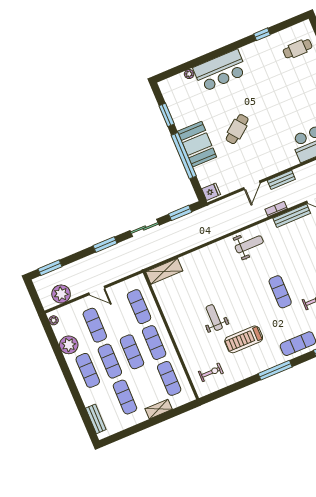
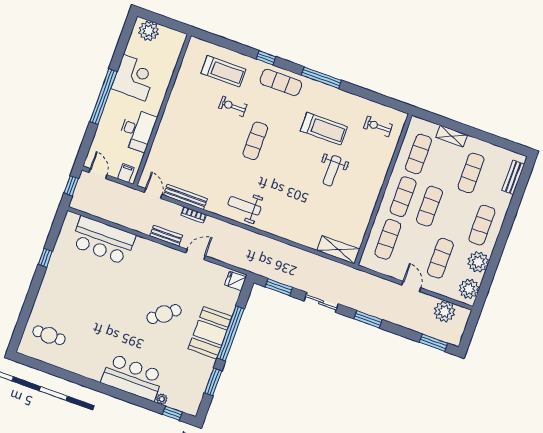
window: (262, 34) -> (172, 413), moved
plant: (54, 320) -> (469, 289), width x1.88, depth x1.88
exercise mat: (110, 361) -> (456, 216), removed

